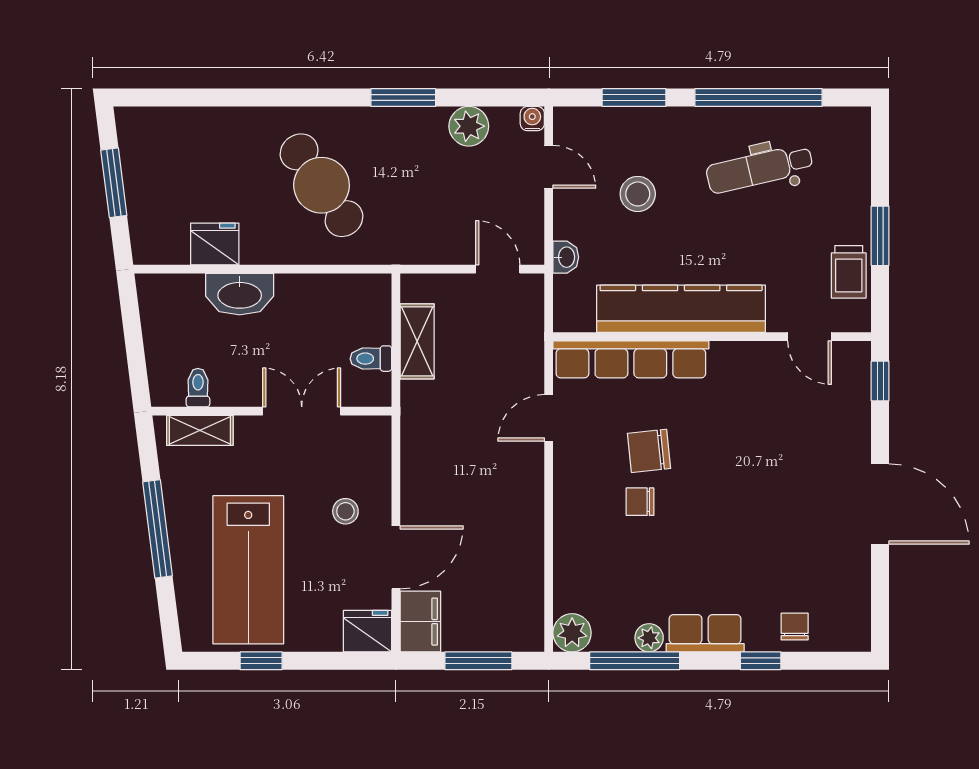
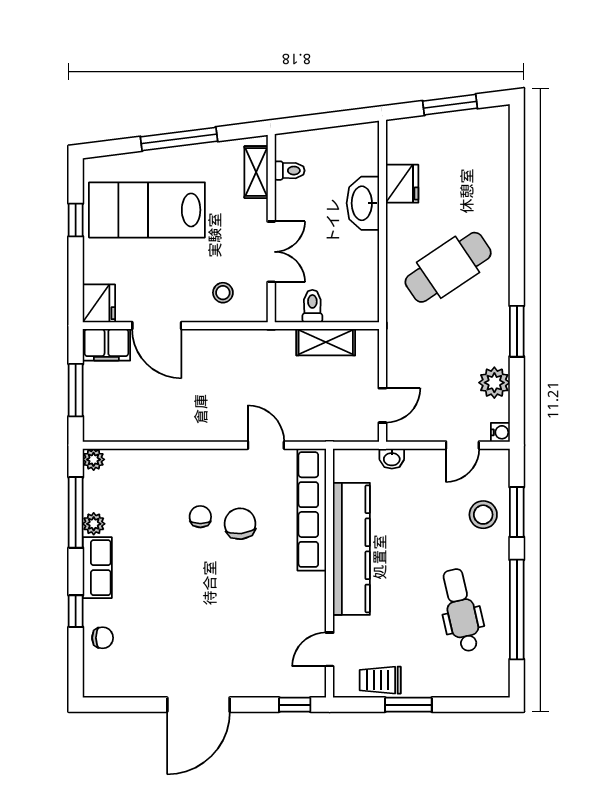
stool: (638, 194) -> (483, 515), moved
stool: (345, 511) -> (223, 293), moved
plant: (572, 633) -> (94, 459), width x0.73, depth x0.73

